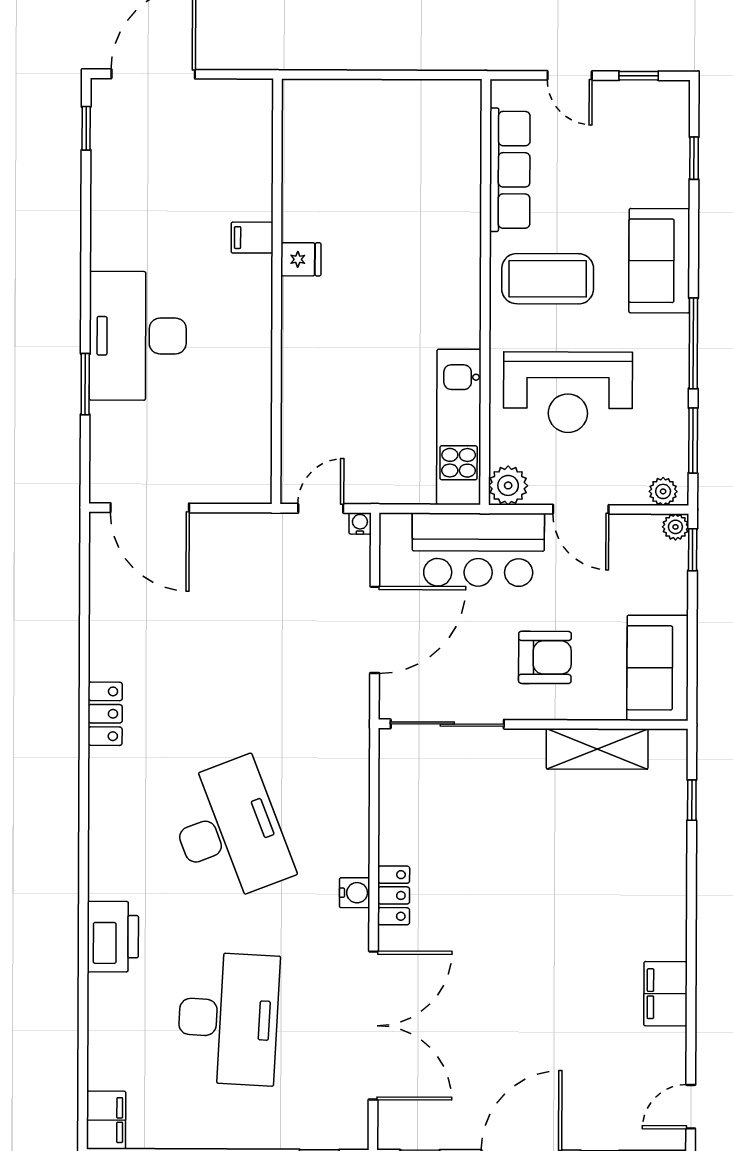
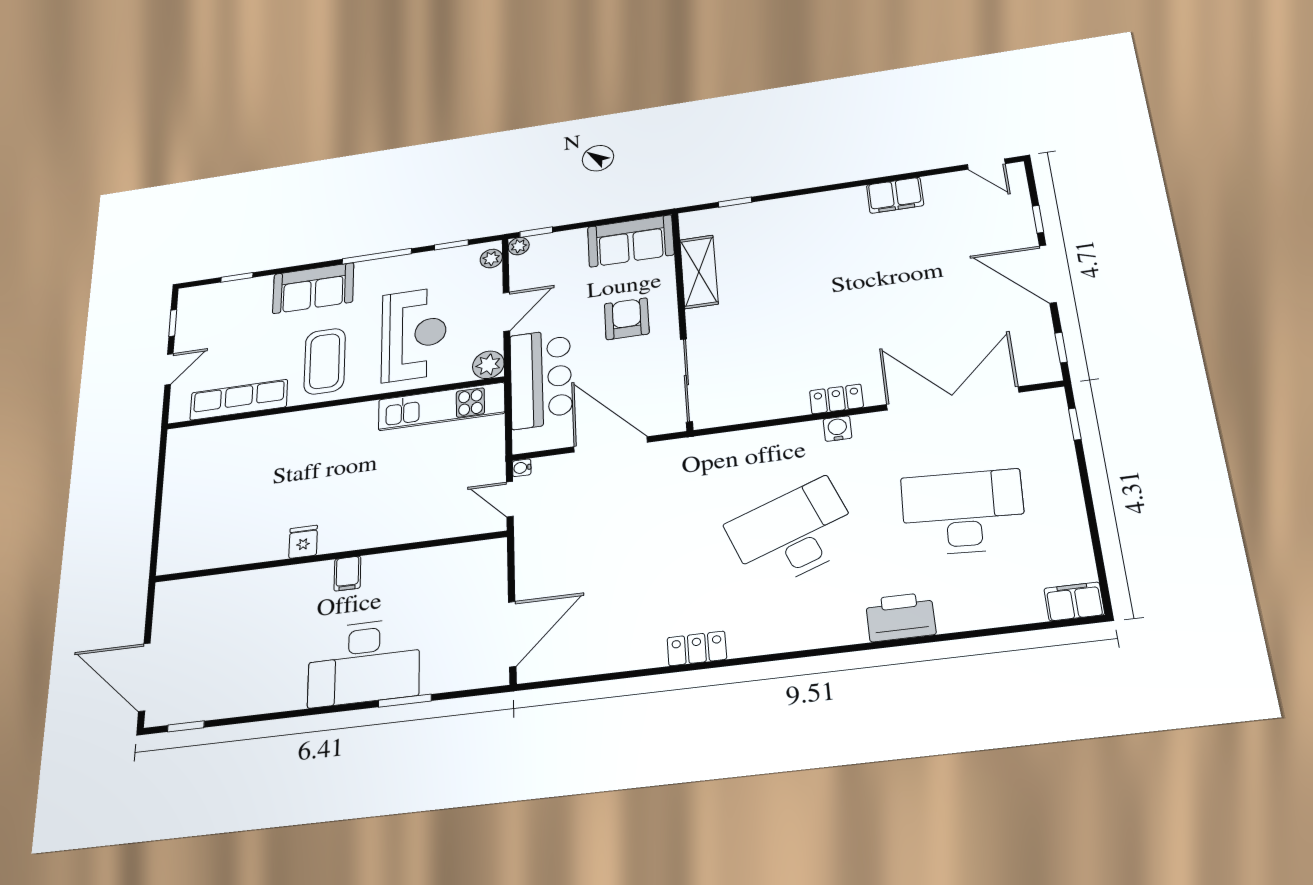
filing cabinet: (252, 238) -> (347, 574), moved
window: (693, 440) -> (451, 245), width x0.67

